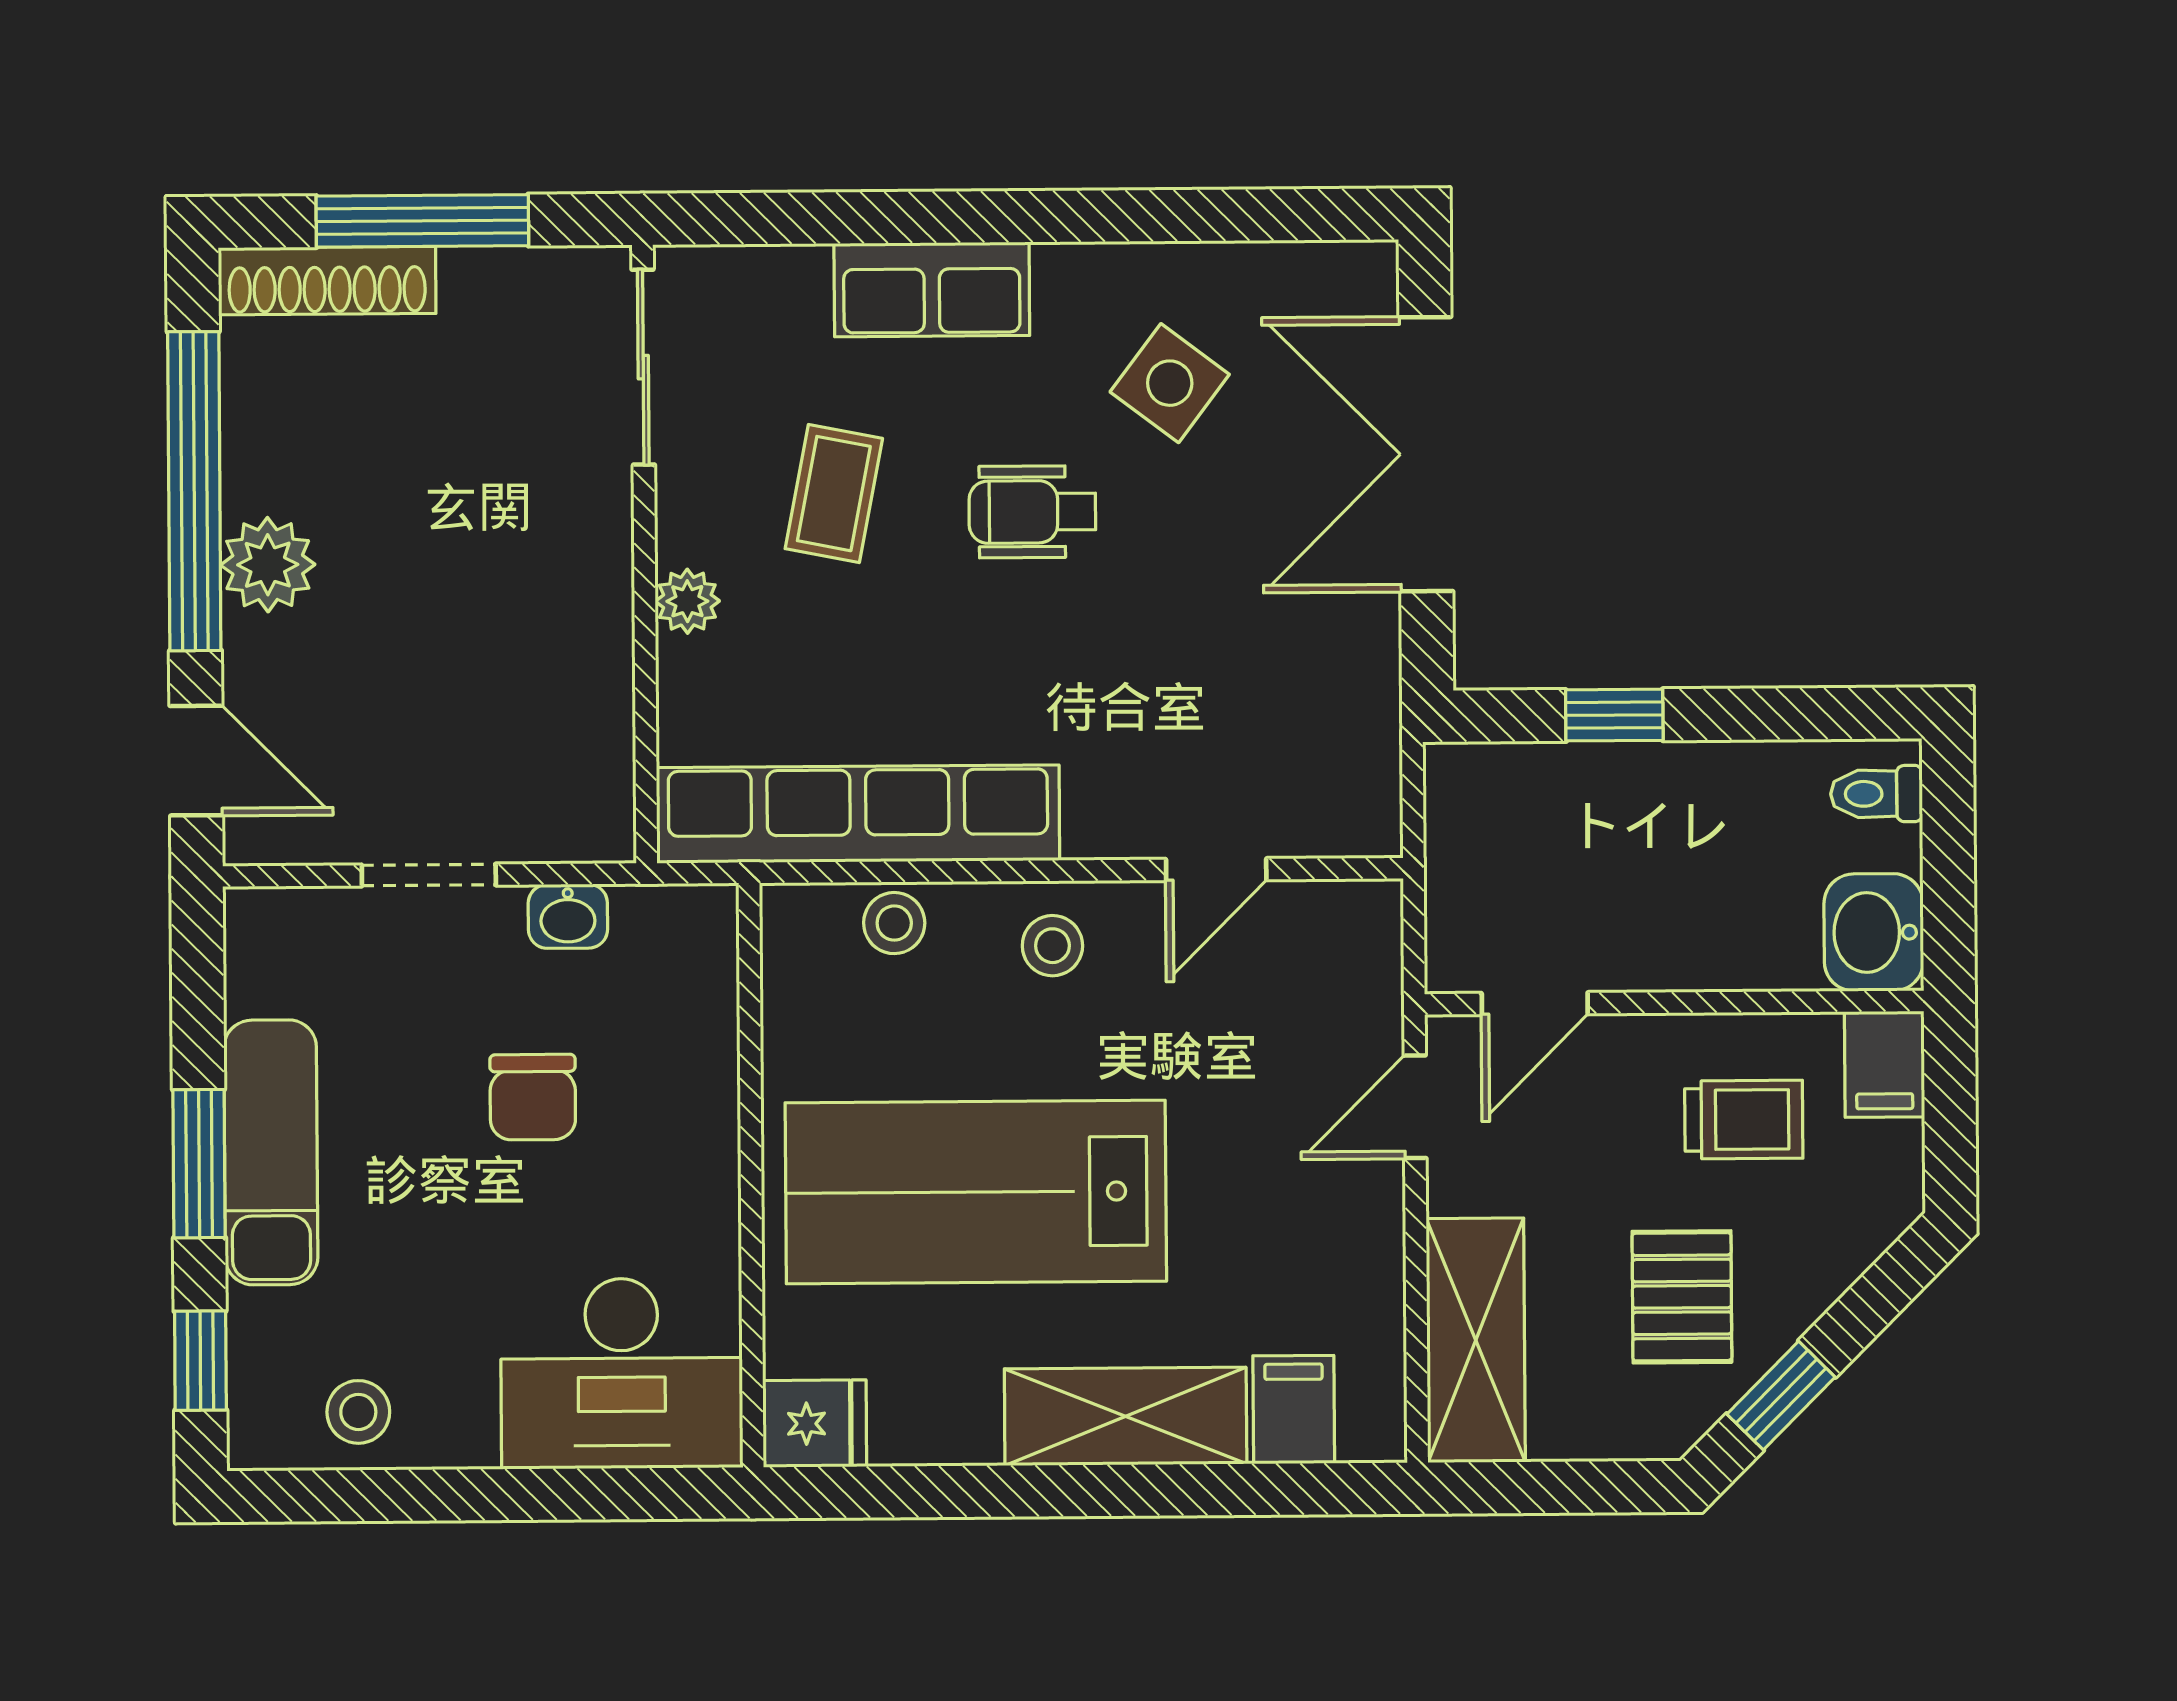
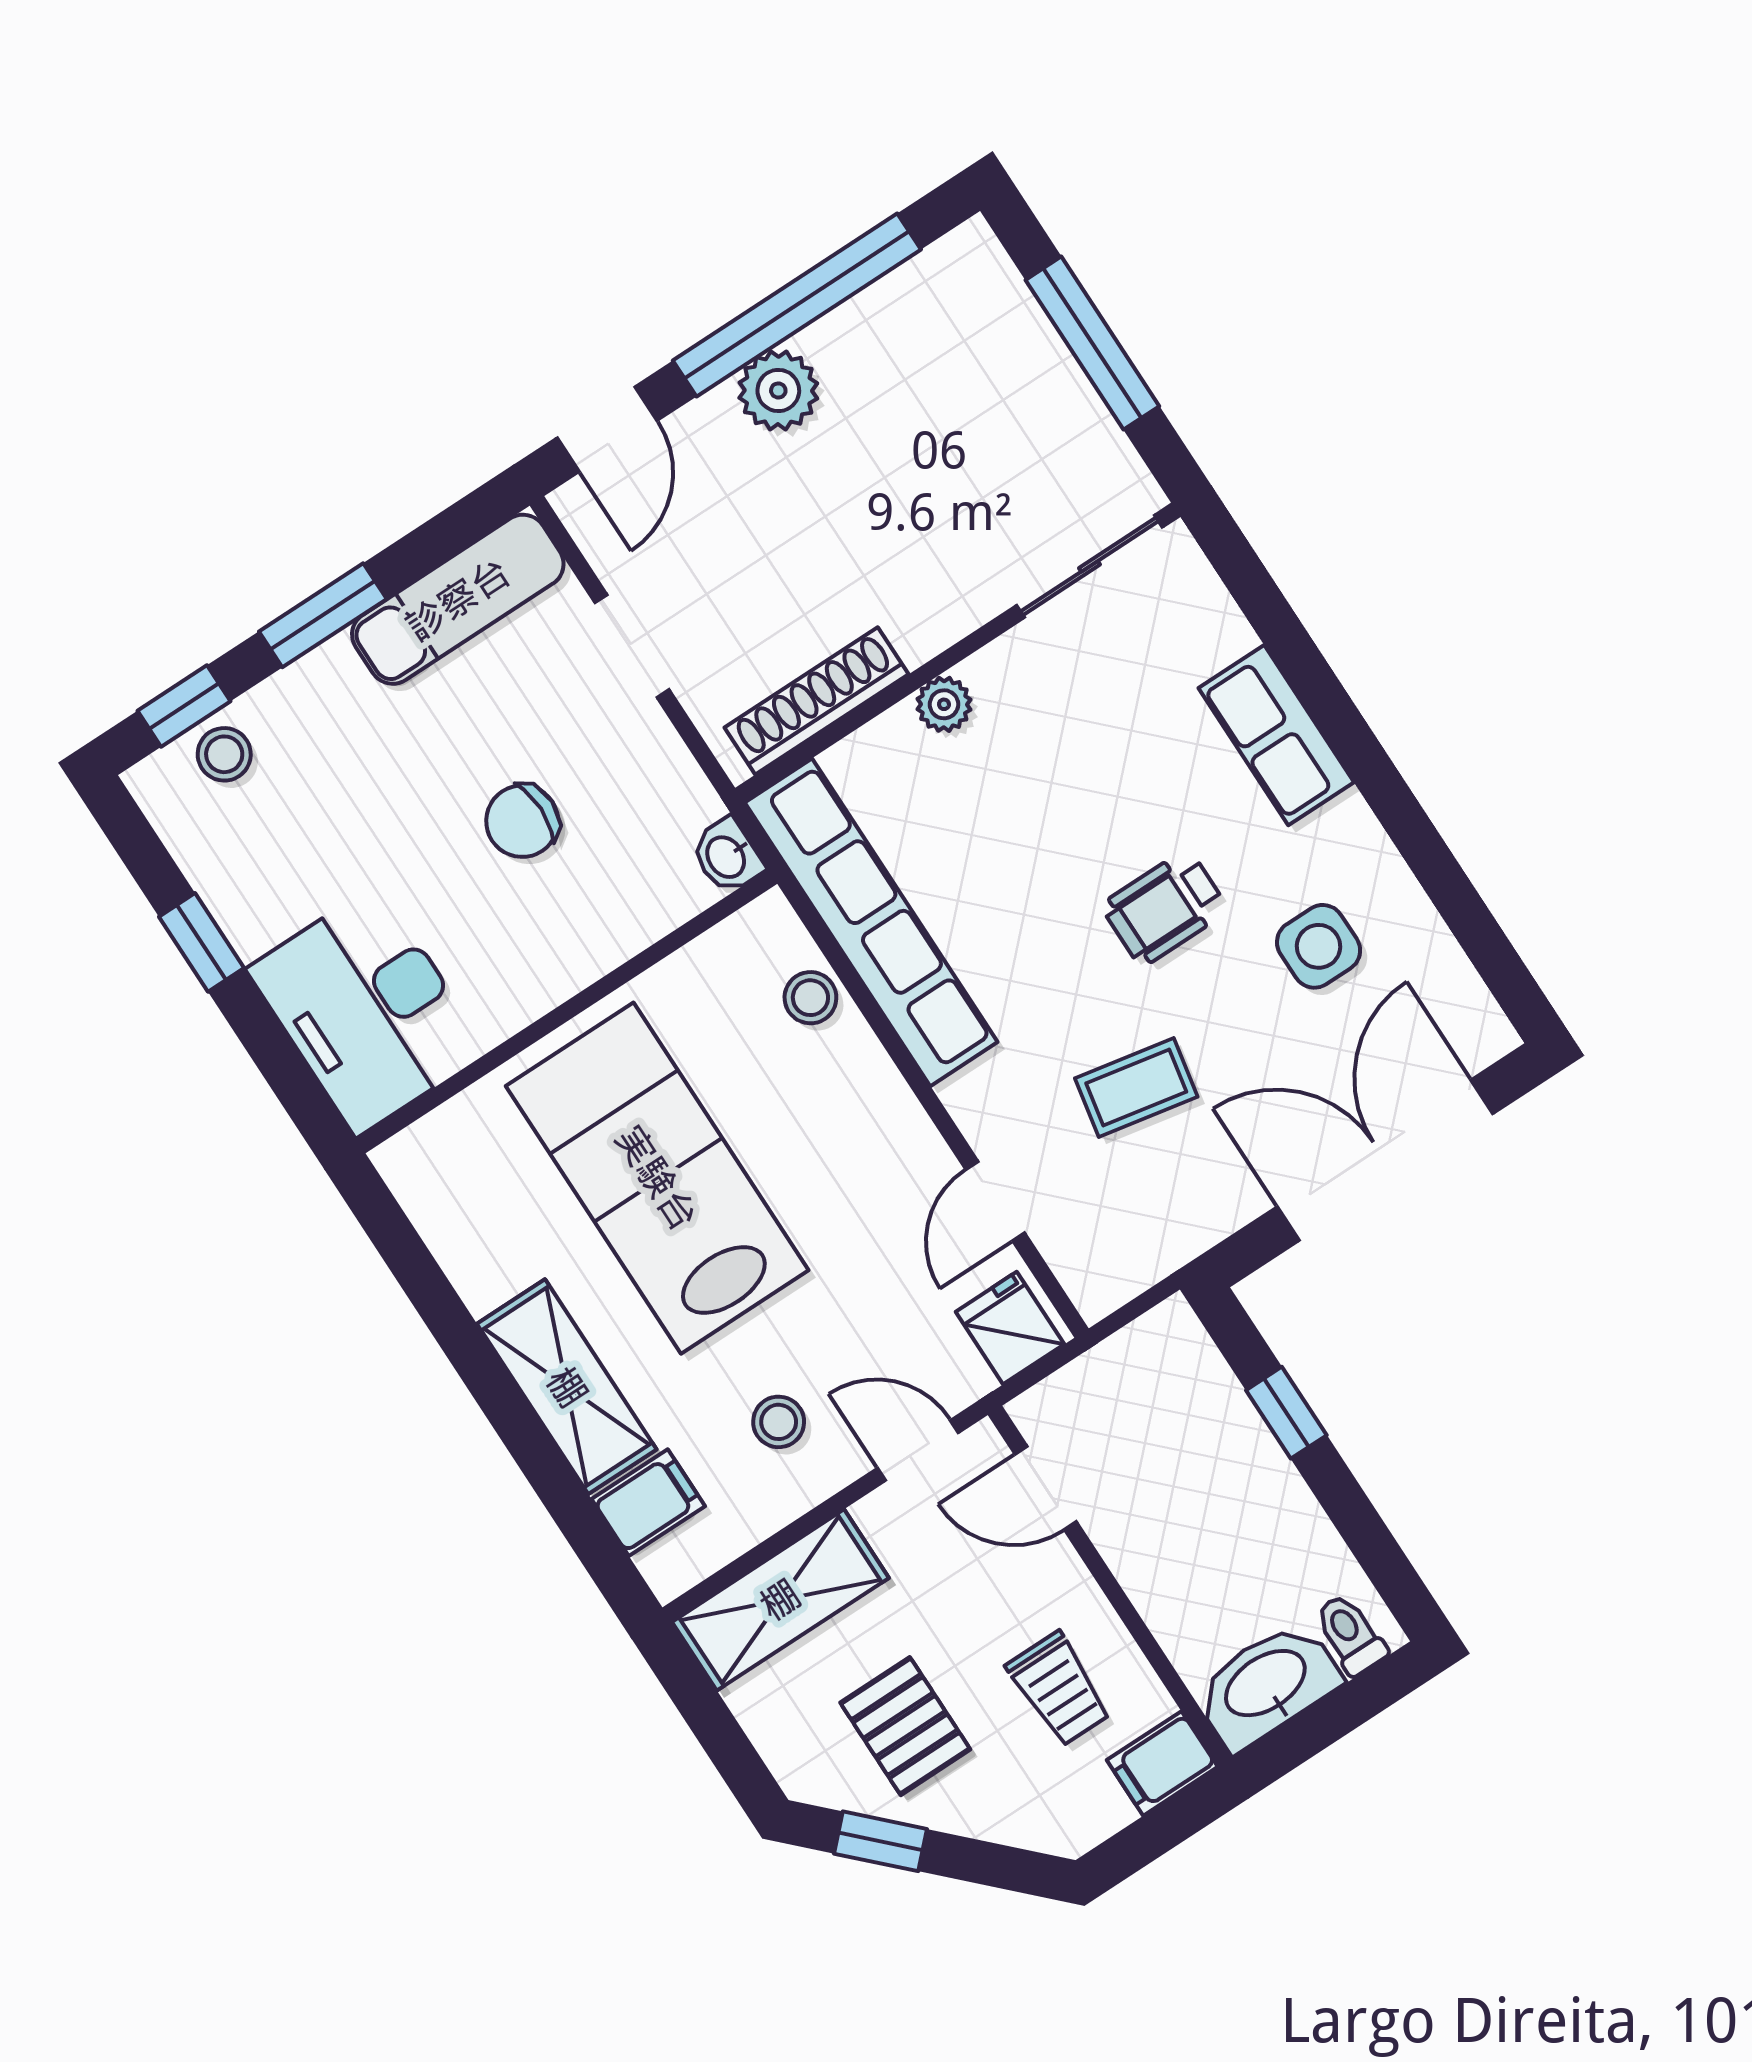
shoe rack: (327, 281) -> (817, 701), moved, turned 90
side table: (1170, 383) -> (1319, 946), turned -37
coffee table: (834, 494) -> (1136, 1087), moved
wheelchair: (1032, 512) -> (1165, 908), turned -90
door: (1216, 870) -> (995, 1201), hinge flipped
washbasin: (568, 916) -> (727, 856), moved
washbasin: (1874, 932) -> (1267, 1685), width x1.38
stool: (1052, 946) -> (779, 1422), moved
exam couch: (271, 1152) -> (458, 599), moved
pallet: (1682, 1297) -> (905, 1726), turned 90
stool: (358, 1412) -> (224, 754), moved
fridge: (815, 1424) -> (1010, 1328), moved, turned 180
window: (448, 1495) -> (202, 942), added

